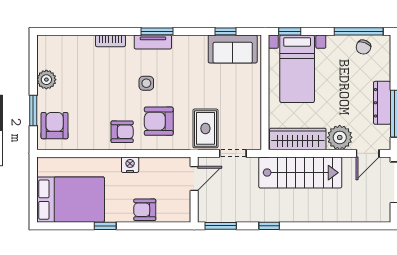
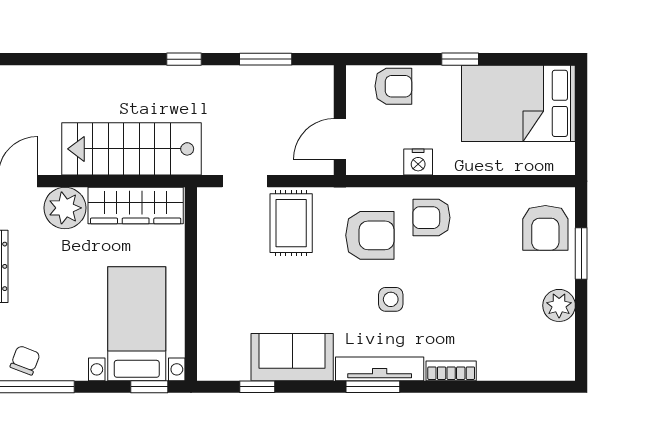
tv unit: (153, 42) -> (380, 369), width x1.41
sofa: (233, 49) -> (292, 357), moved
door: (194, 179) -> (340, 139), moved
wall: (194, 190) -> (340, 120), moved

